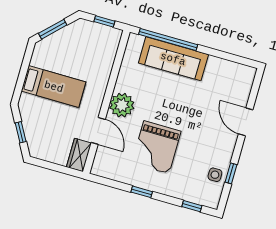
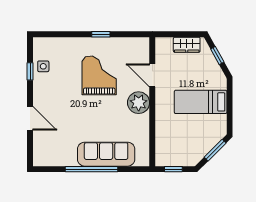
window: (168, 39) -> (92, 169), moved
wardrobe: (79, 155) -> (187, 45), moved, turned 90
window: (192, 206) -> (55, 34), removed

